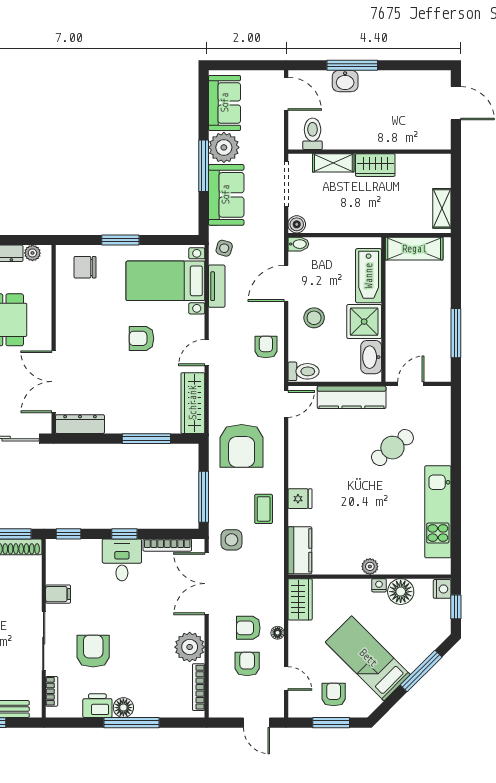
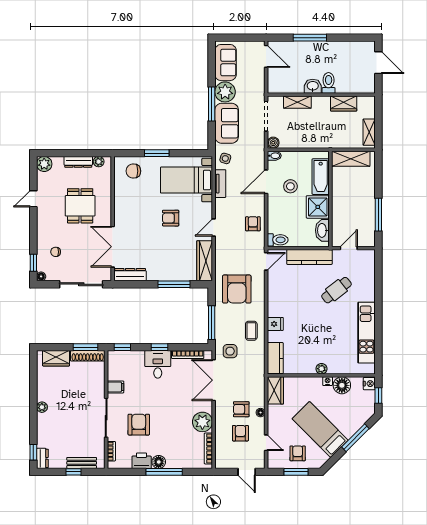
washbasin: (345, 81) -> (313, 86), moved, turned 180
toilet: (313, 134) -> (329, 83), moved
wardrobe: (375, 165) -> (344, 104), moved
stool: (314, 318) -> (290, 186), moved

